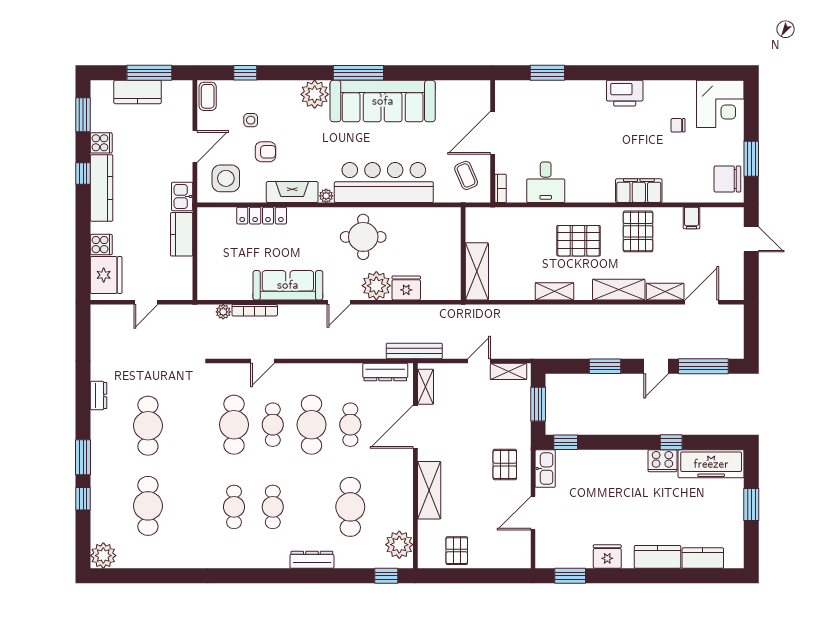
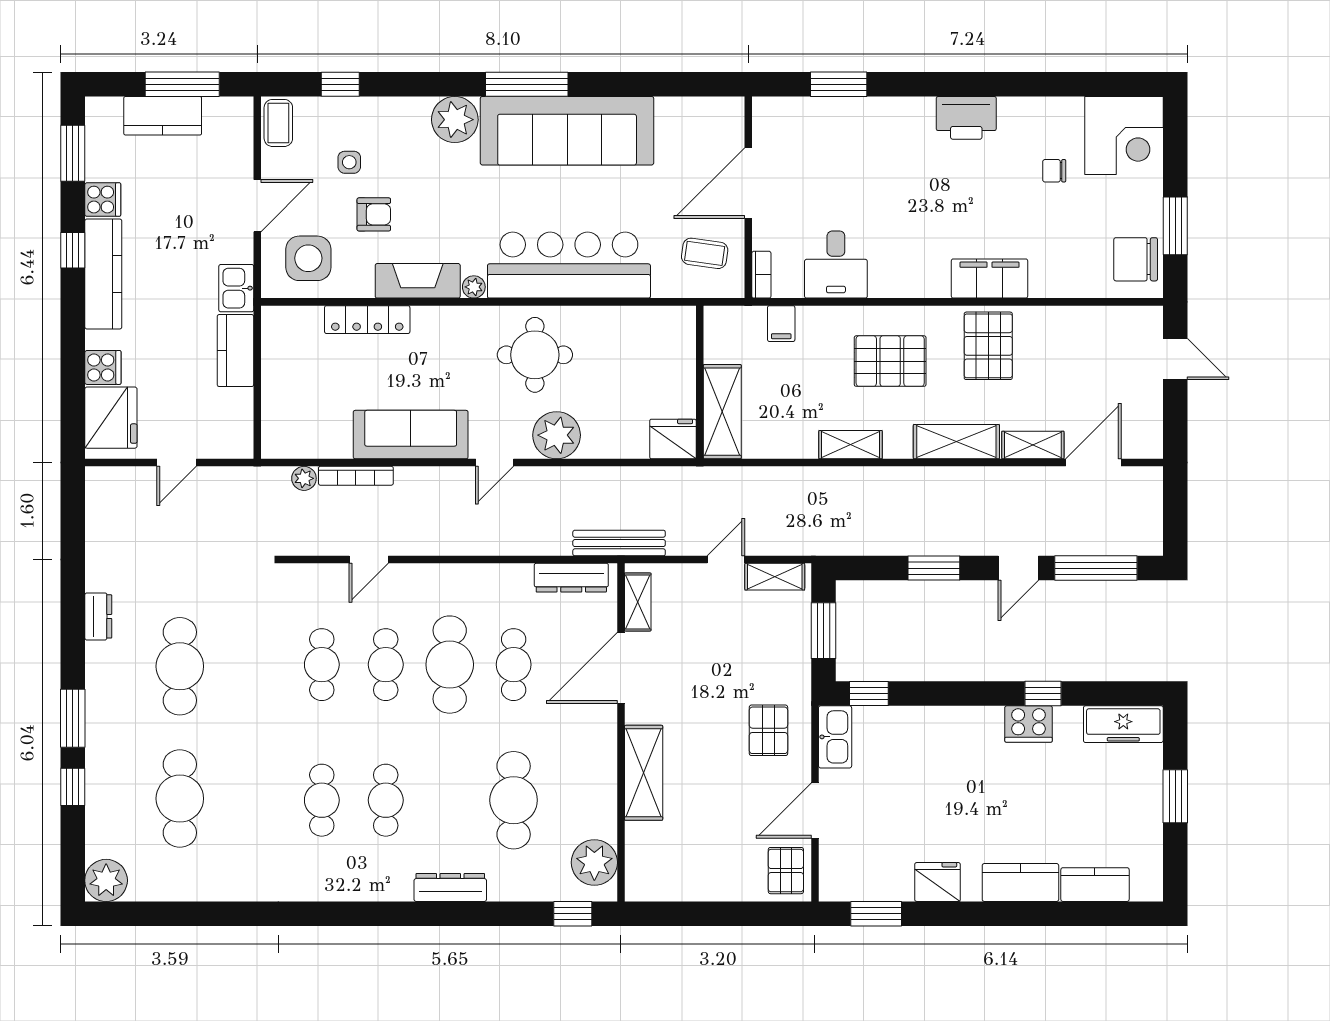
coffee table: (466, 175) -> (705, 253), turned -59
filing cabinet: (691, 218) -> (781, 324), moved
fridge: (406, 288) -> (673, 439), moved
cafe table: (234, 425) -> (322, 665), width x0.73, depth x0.74
freezer: (711, 464) -> (1123, 724), width x0.73, depth x0.79
pallet: (457, 551) -> (786, 871), moved

